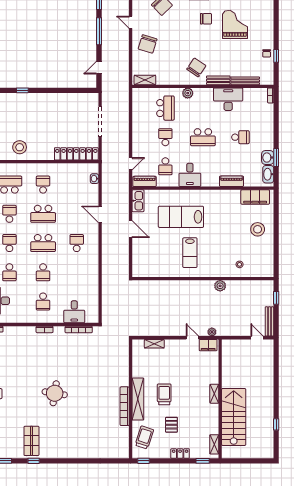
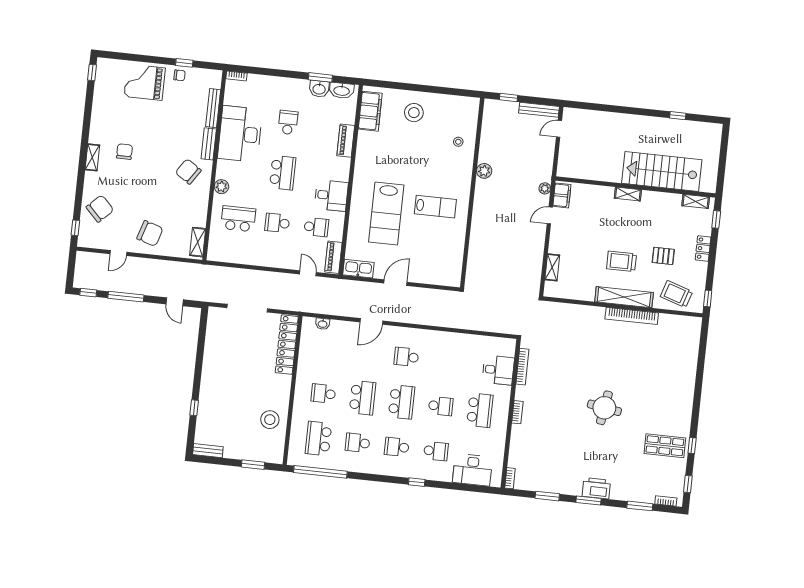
grand piano: (235, 24) -> (145, 82), moved
desk: (228, 99) -> (240, 134), width x1.36, depth x1.30
school desk: (43, 302) -> (480, 410), width x1.85

